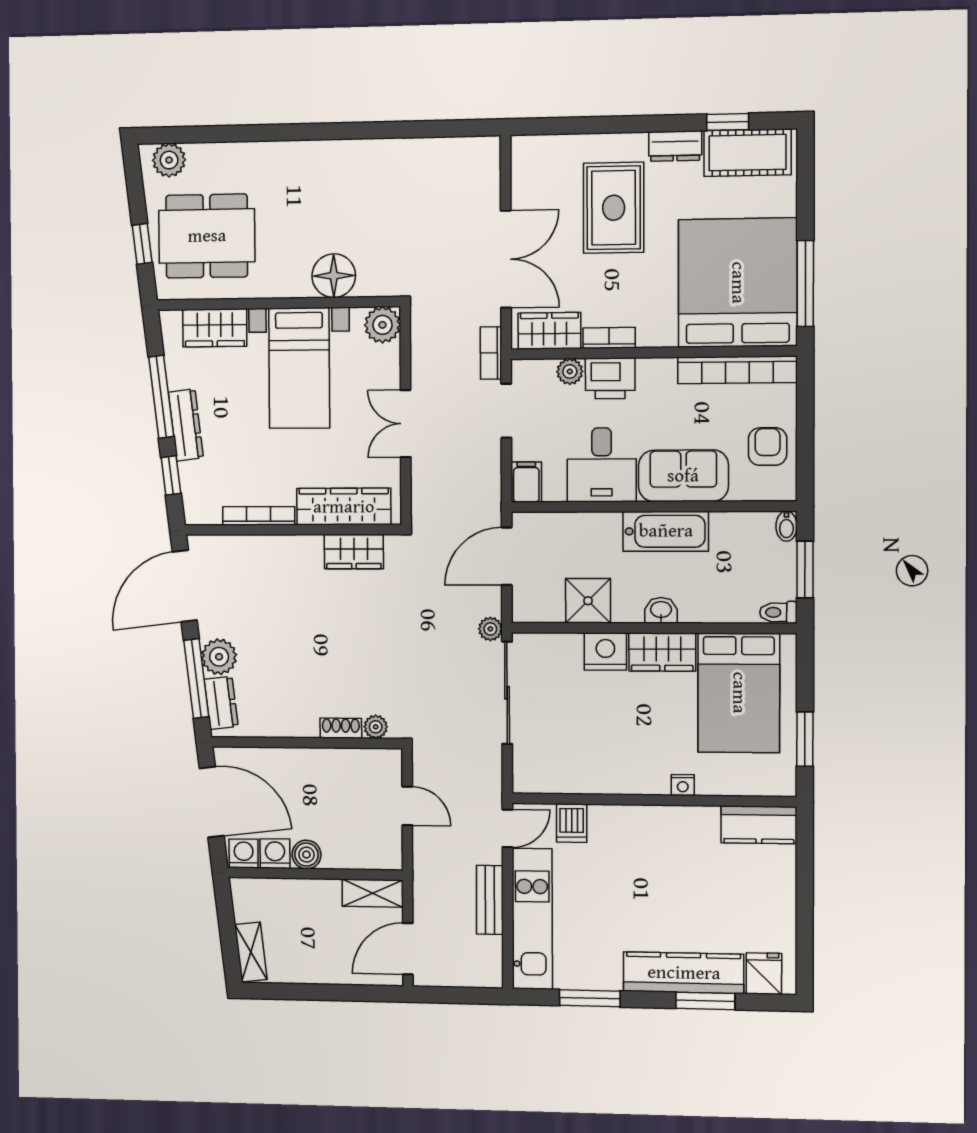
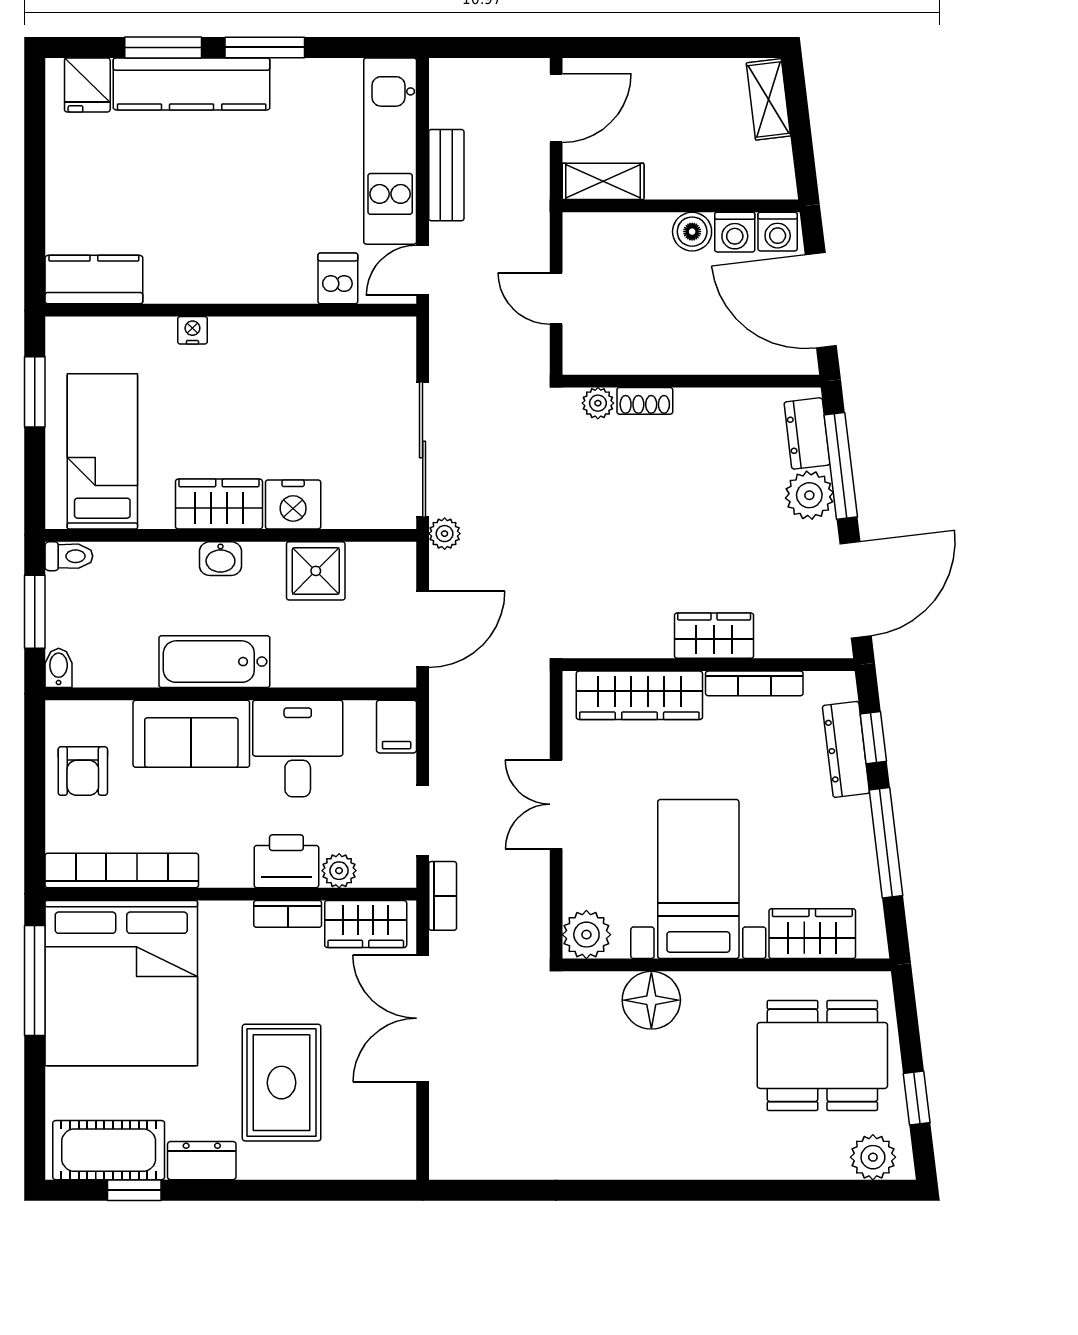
window: (142, 244) -> (917, 1098), moved
double door: (406, 424) -> (556, 804), swing flipped
dresser: (186, 425) -> (846, 749), moved
wardrobe: (354, 552) -> (714, 636), moved
bed: (739, 693) -> (102, 451), width x0.67
window: (590, 998) -> (265, 47), moved

